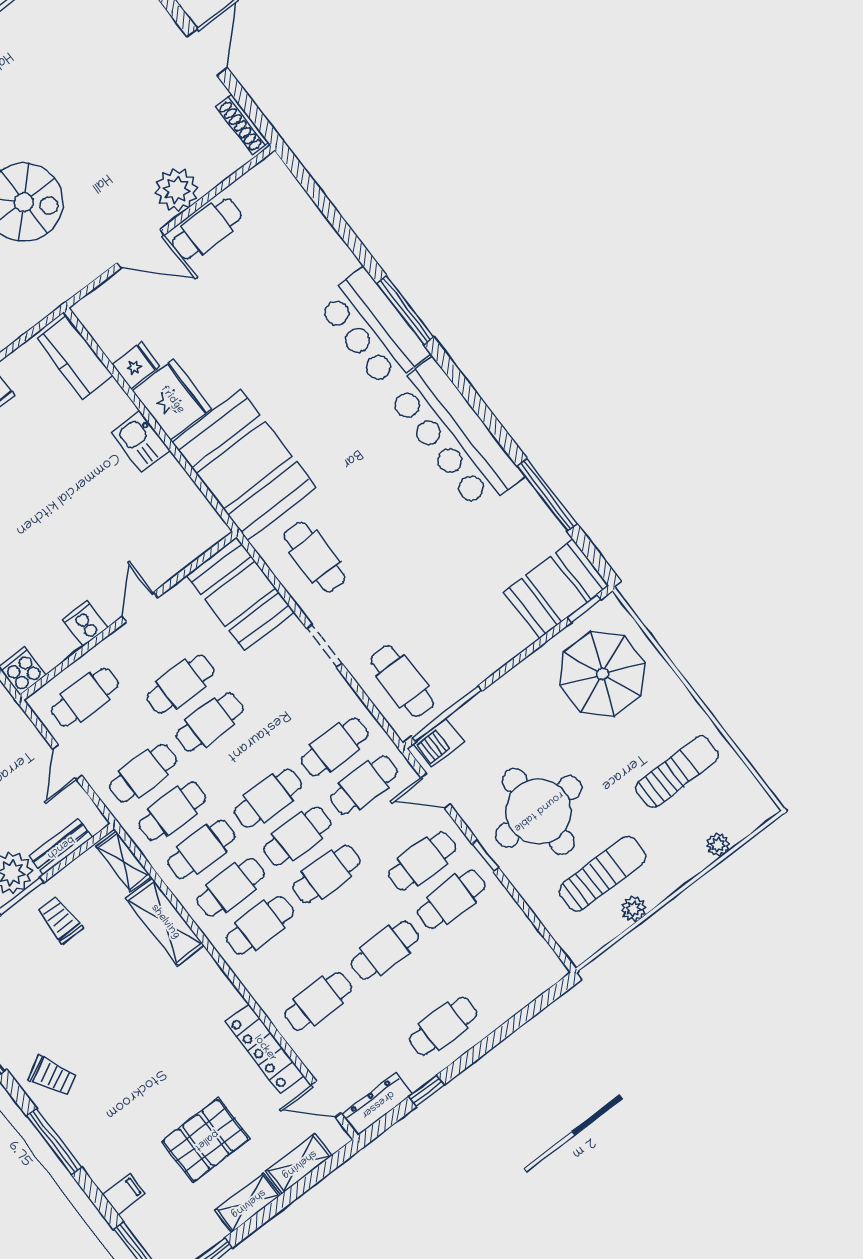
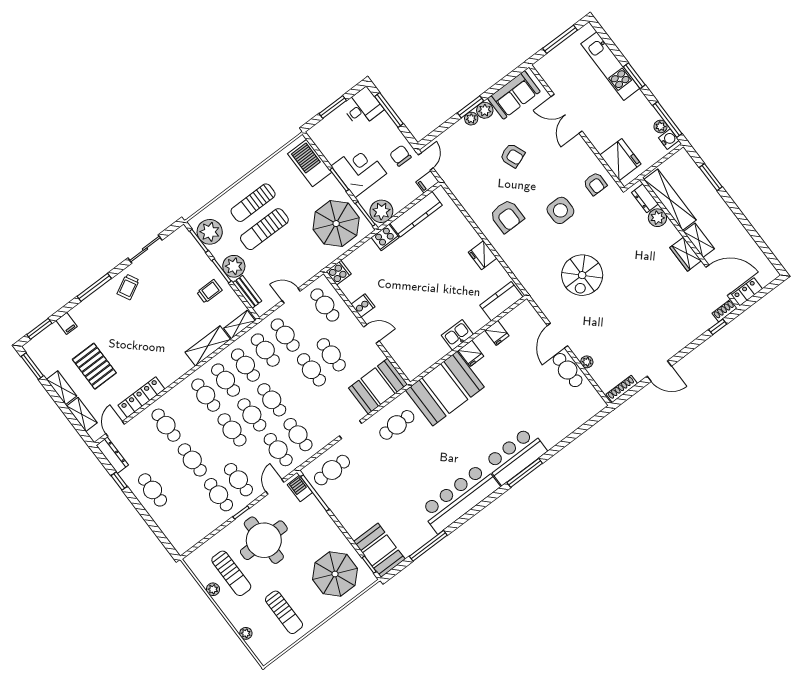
plant: (176, 190) -> (587, 362), width x0.53, depth x0.53
fridge: (172, 400) -> (471, 353), width x0.53, depth x0.75

